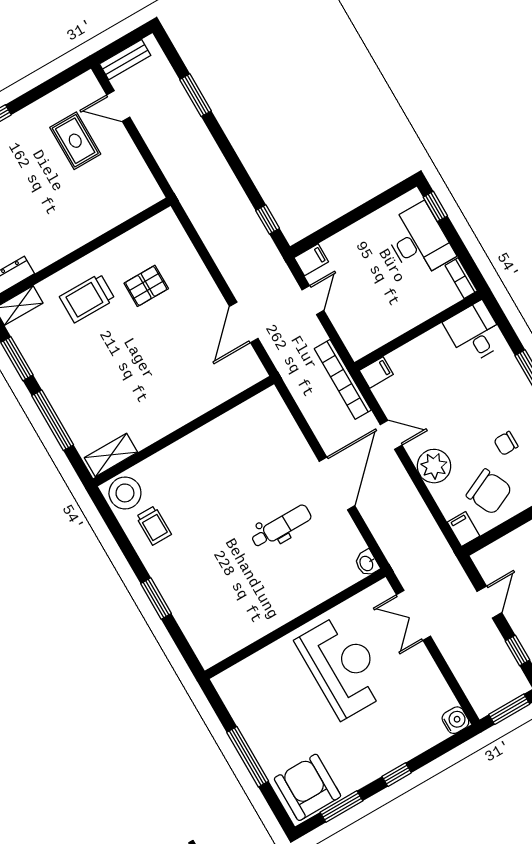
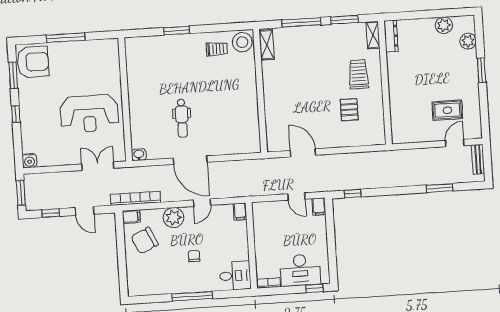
bookcase: (343, 379) -> (135, 198), moved
chair: (506, 443) -> (194, 256), moved
trolley: (154, 525) -> (217, 49), turned 180

